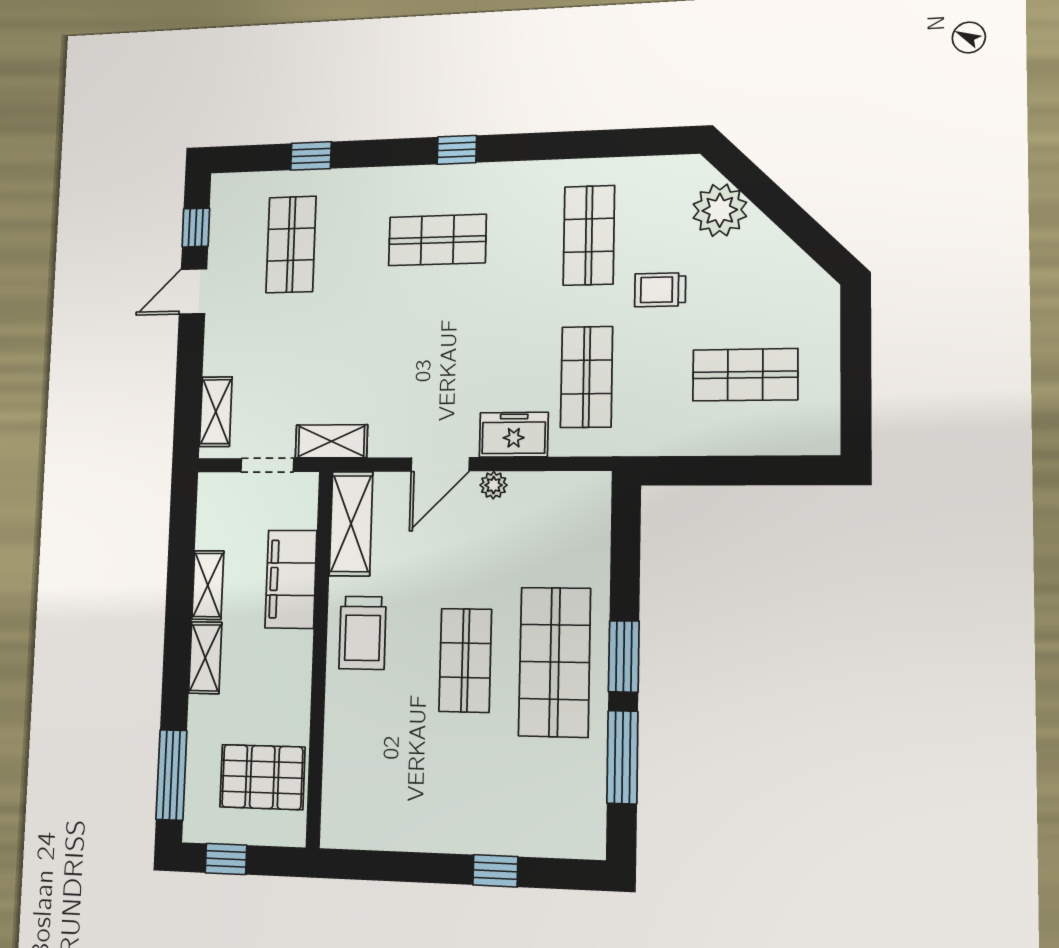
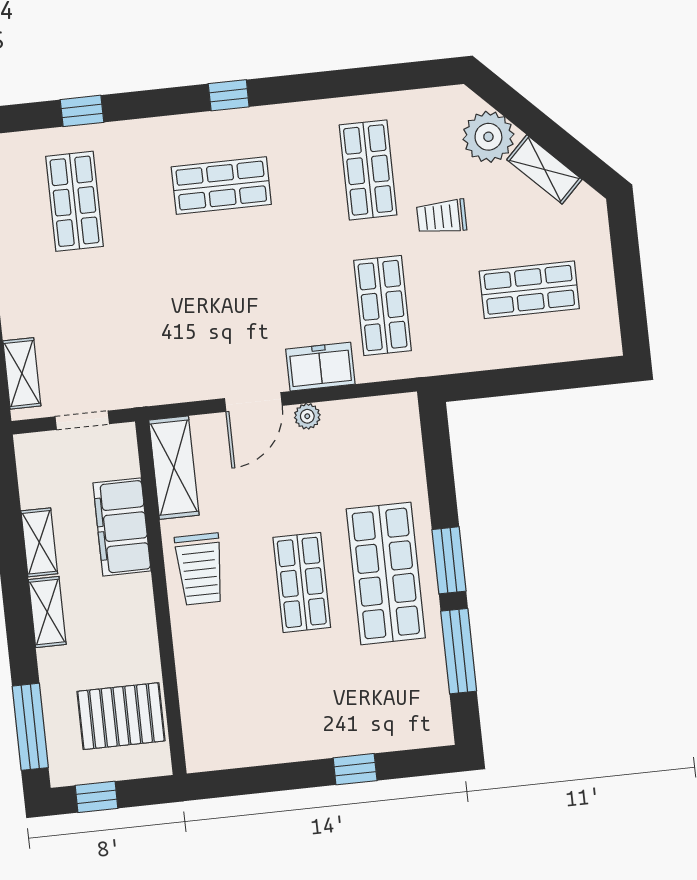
shelving: (331, 441) -> (544, 169), moved, turned 45

